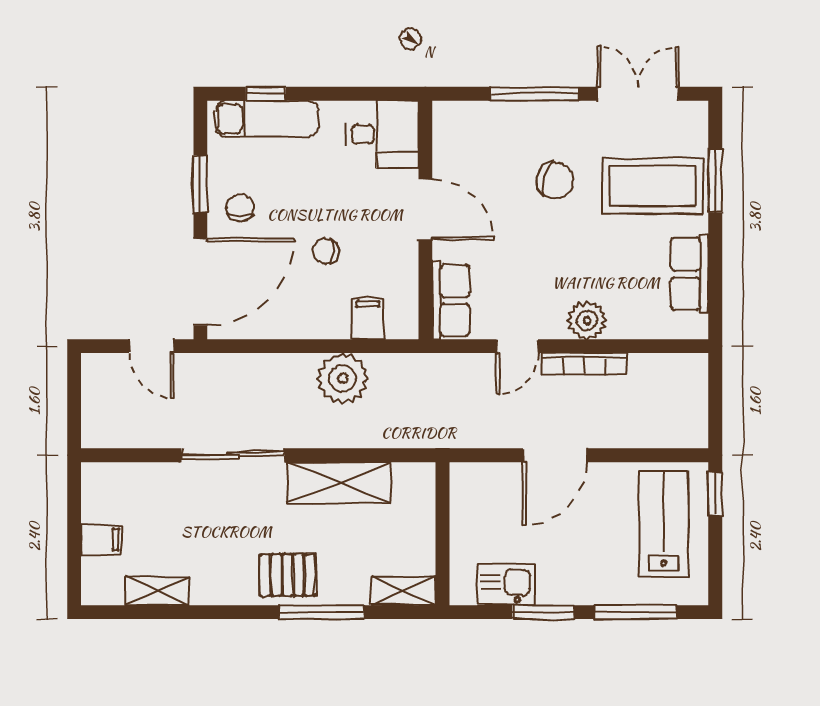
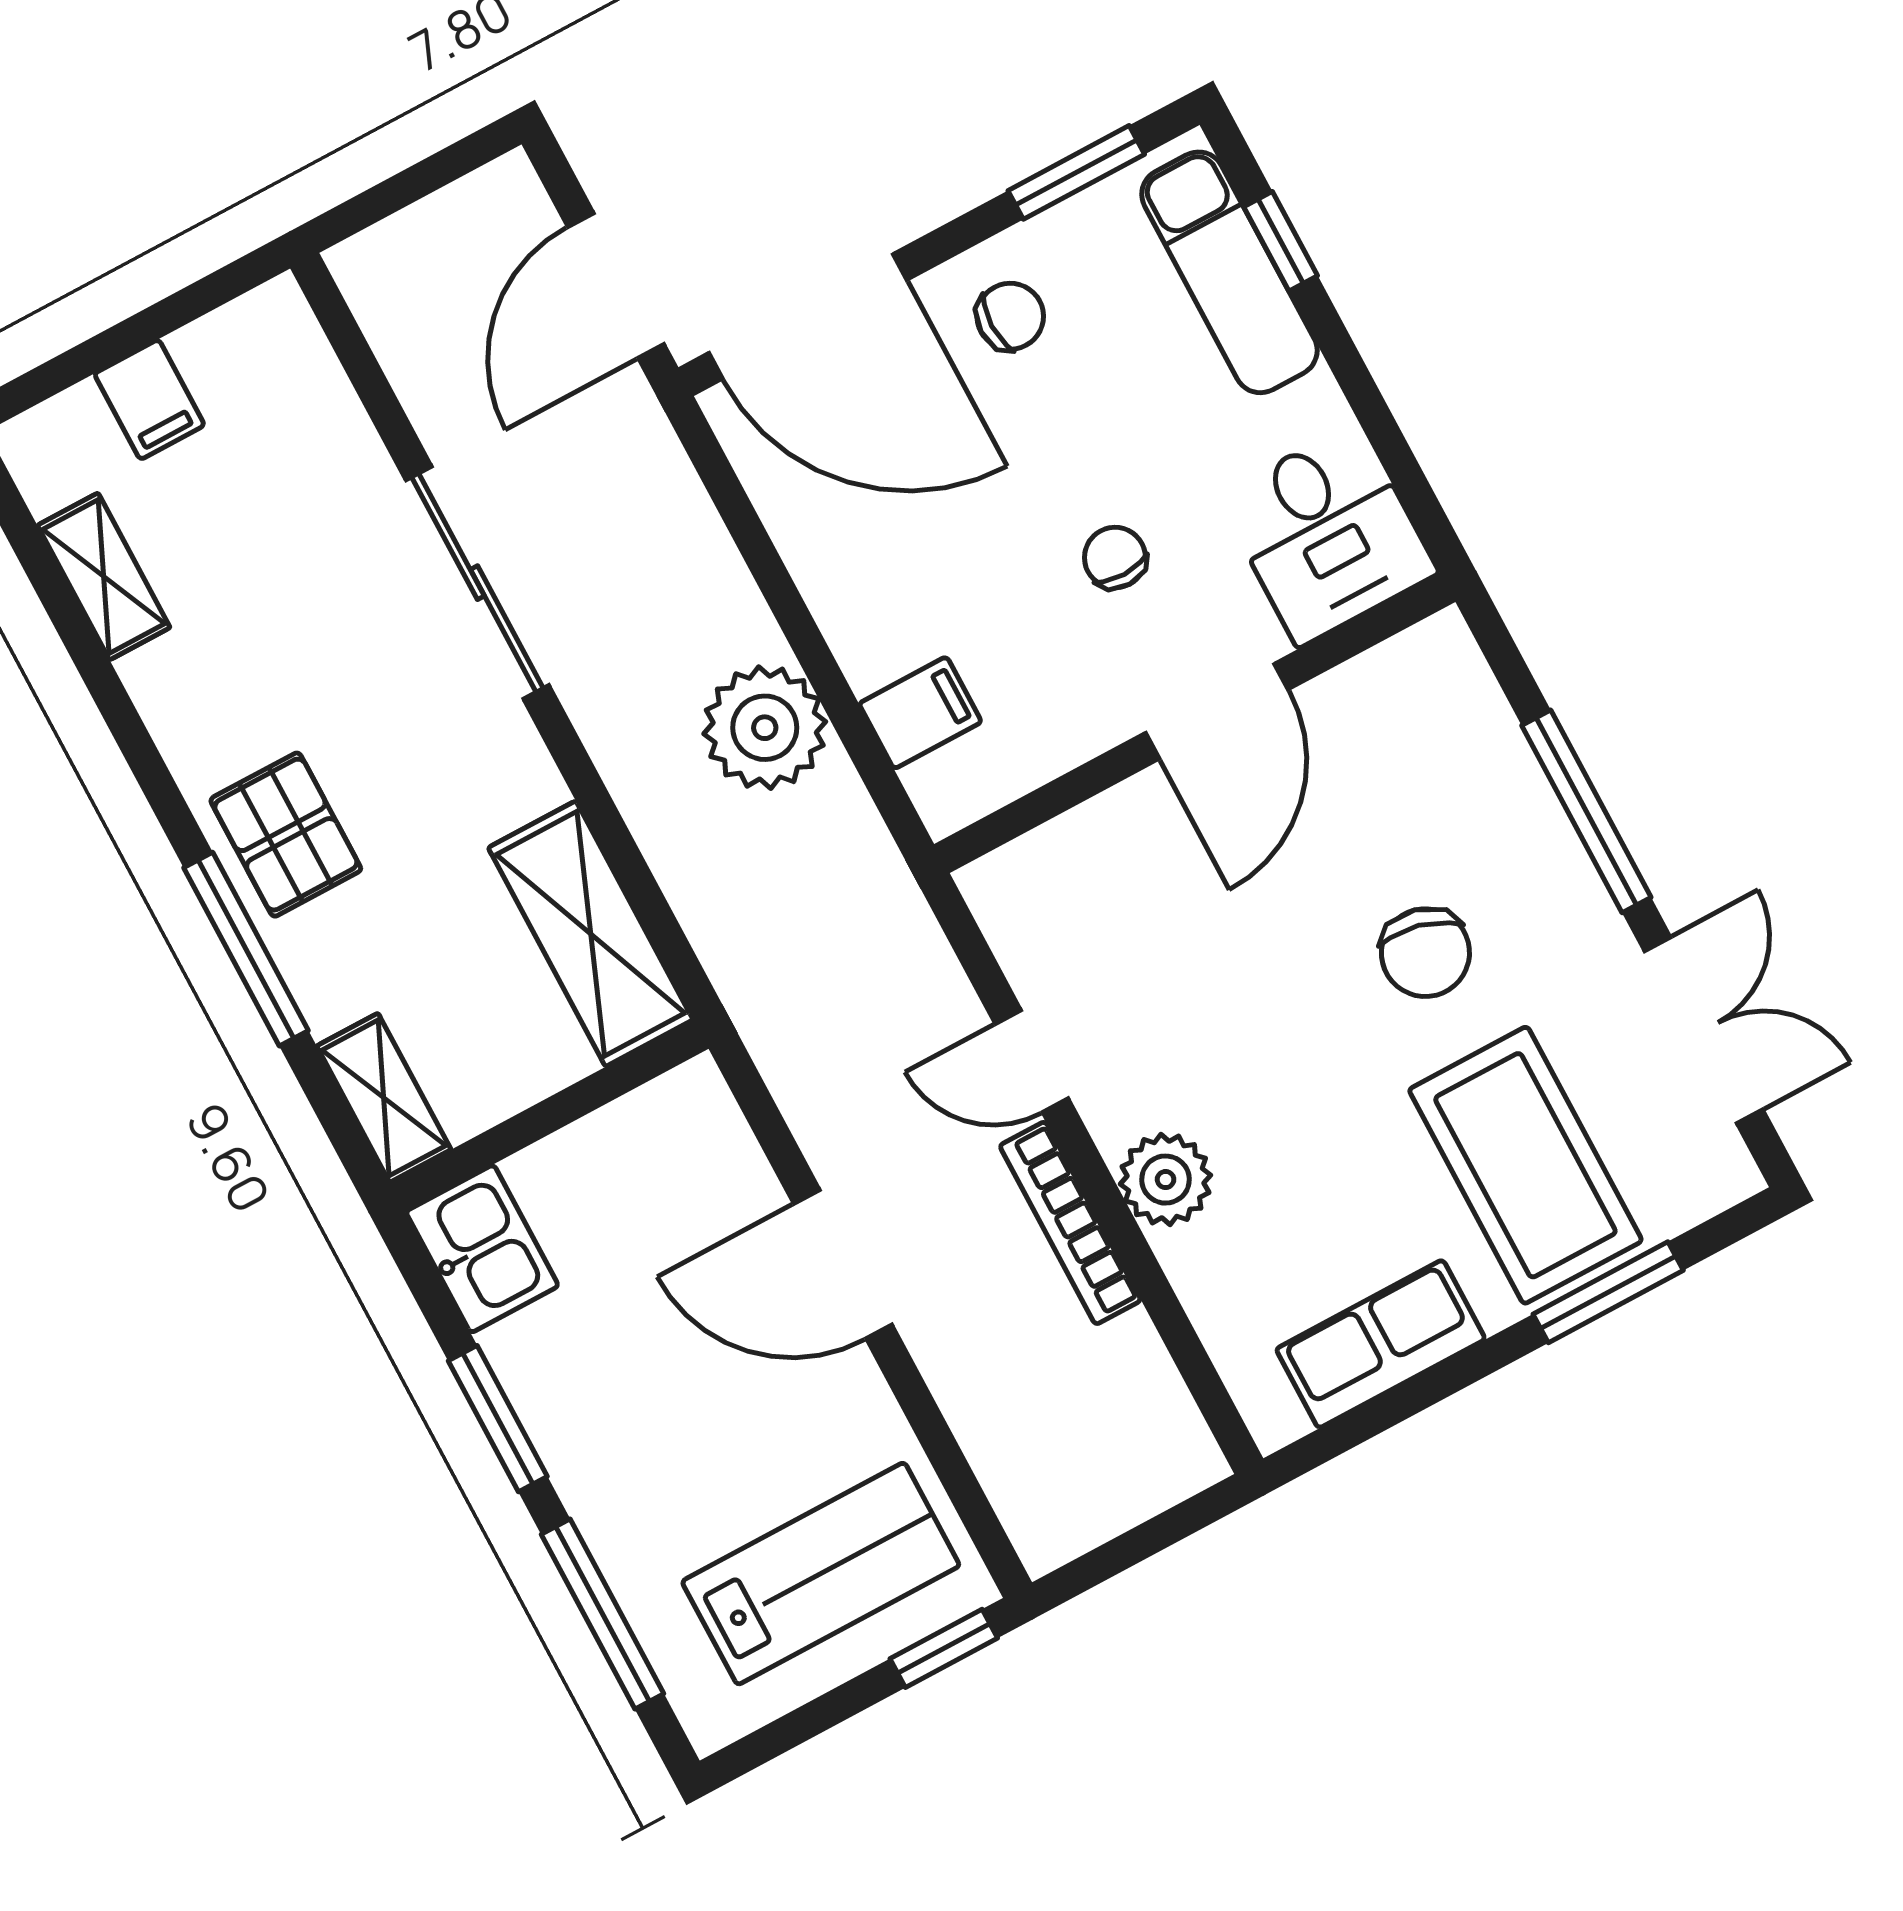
window: (200, 184) -> (1076, 172), moved
chair: (326, 251) -> (1115, 558), moved
row of seats: (451, 300) -> (1053, 868), removed
door: (151, 346) -> (616, 286), width x1.38
shelving: (339, 483) -> (591, 934), moved
kitchen sink: (506, 584) -> (482, 1249), moved

